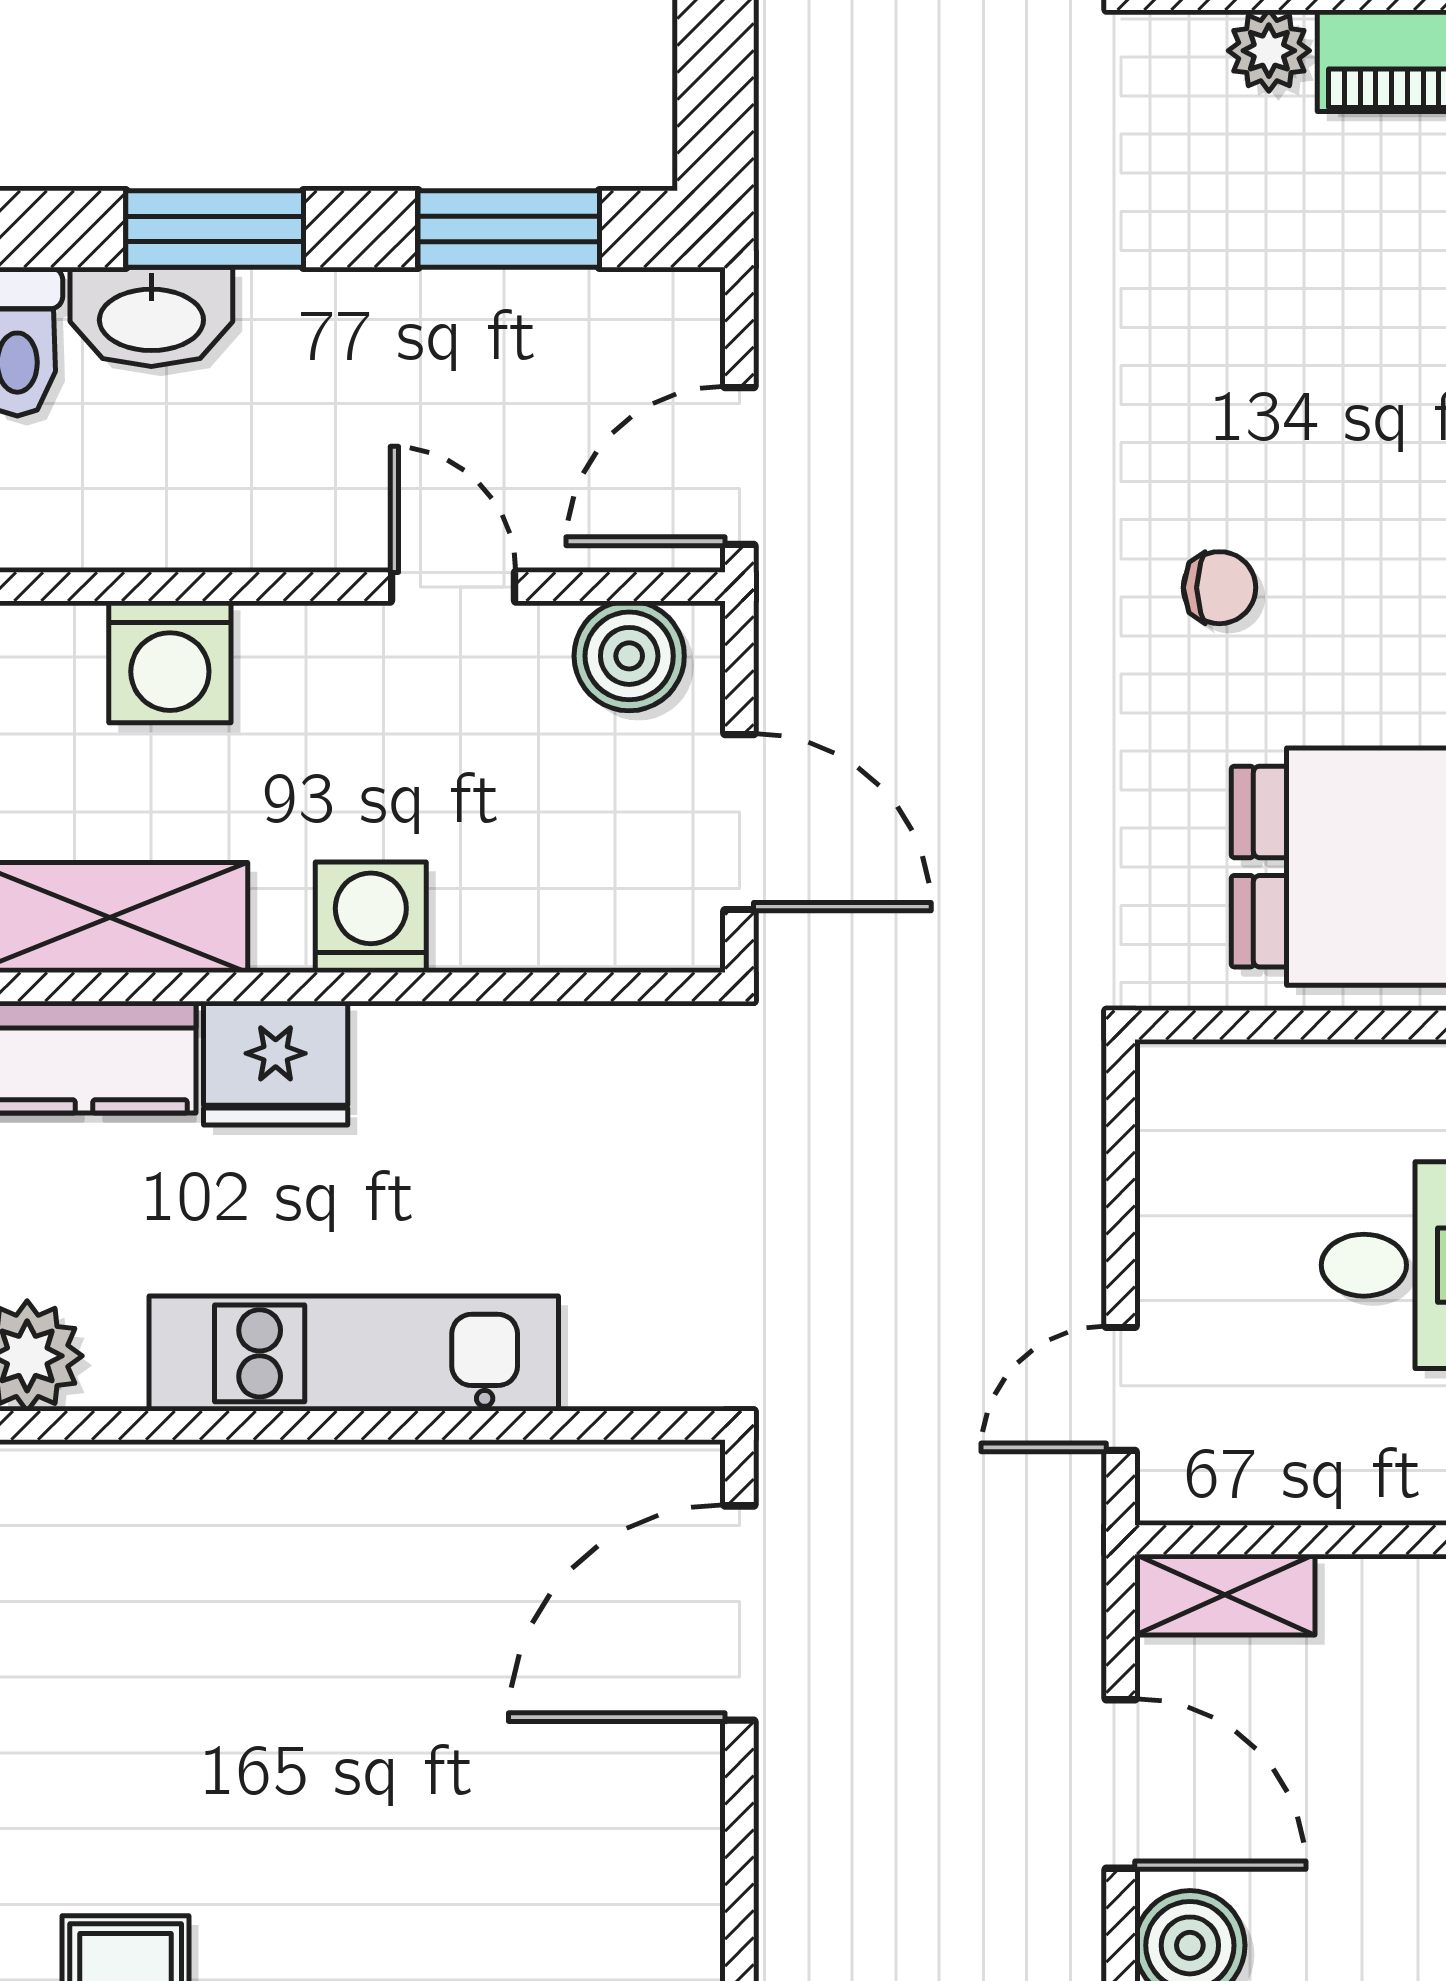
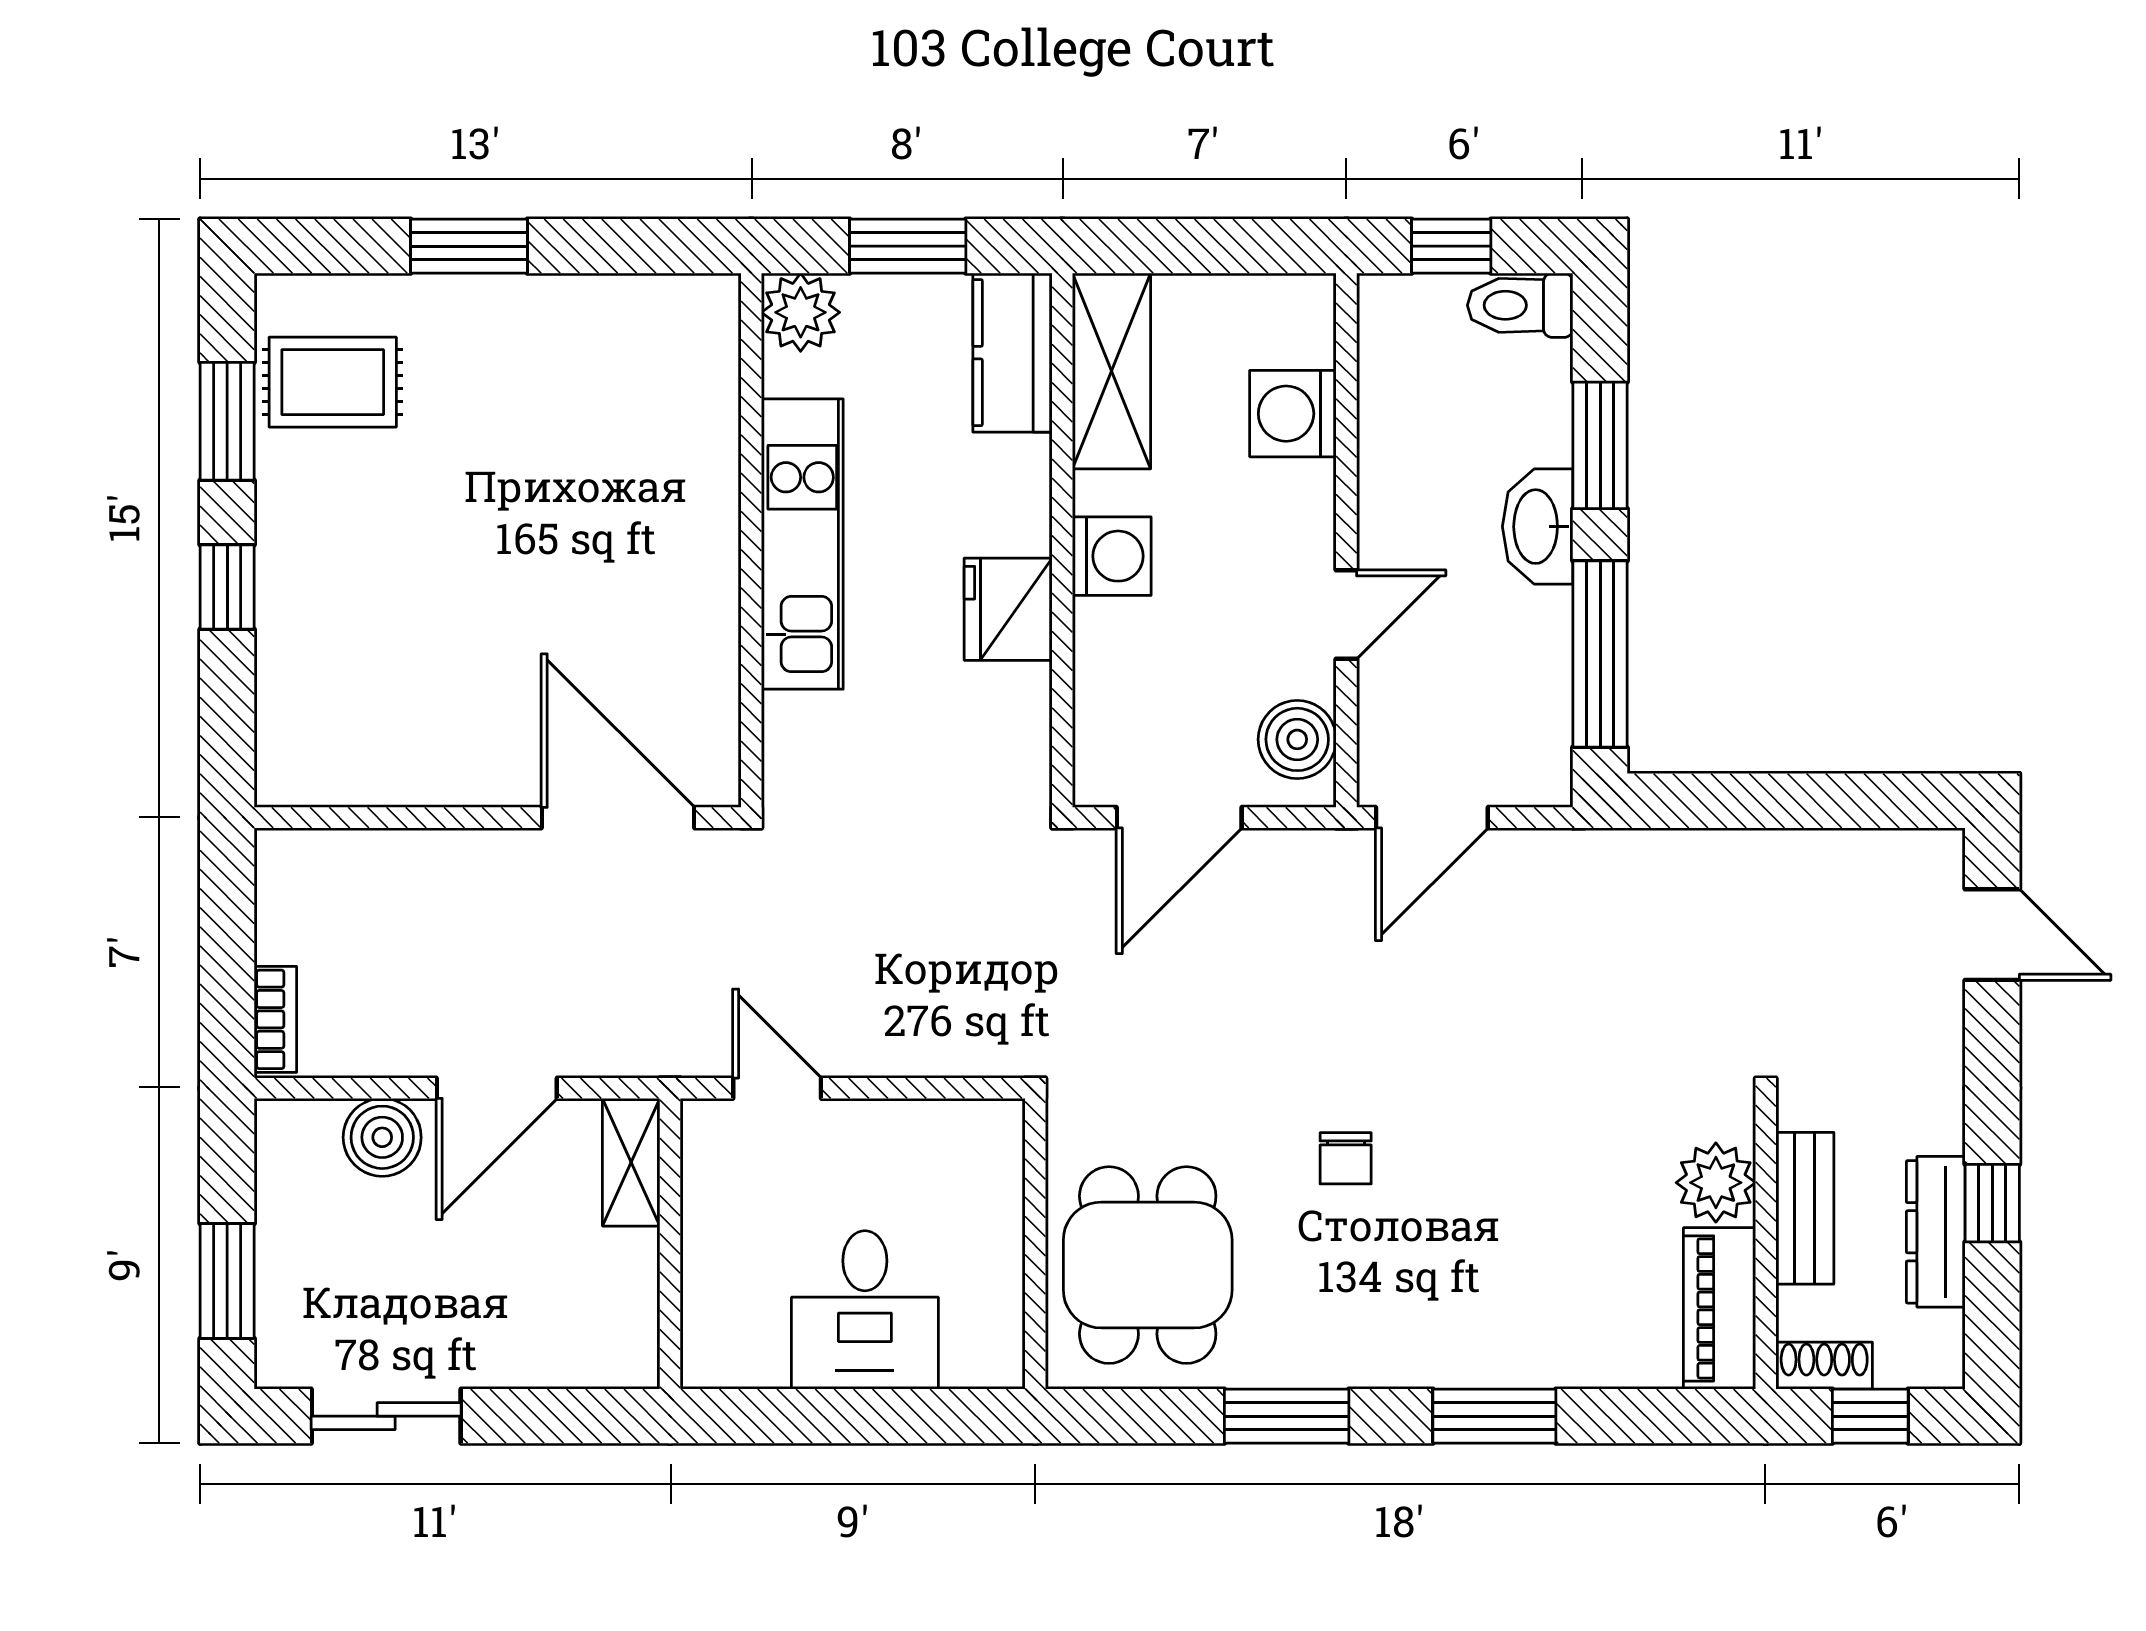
plant: (1269, 51) -> (1716, 1183), width x1.38, depth x1.38
window: (509, 229) -> (1600, 654), width x1.44
washbasin: (151, 317) -> (1538, 527), moved
door: (739, 466) -> (1432, 818), swing flipped
fridge: (276, 1063) -> (1008, 609), moved

